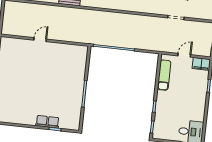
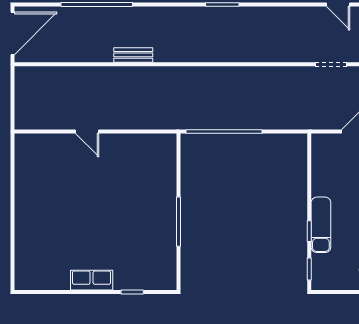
door: (40, 40) -> (87, 131), swing flipped
exam couch: (164, 75) -> (321, 225), moved
row of seats: (47, 122) -> (92, 280), moved

